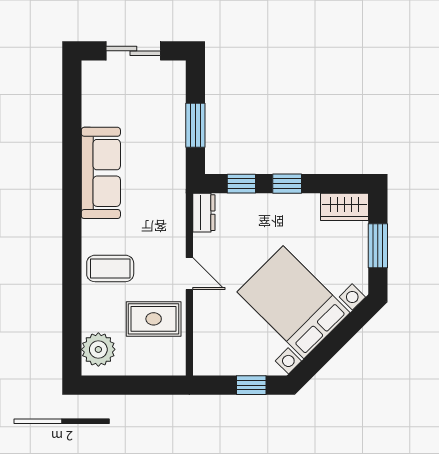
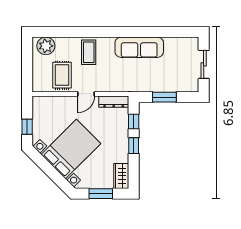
dresser: (204, 213) -> (114, 102), width x1.44

